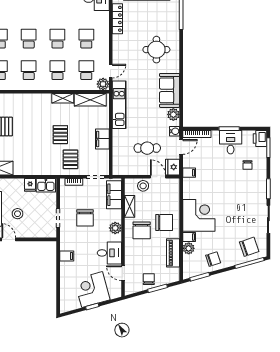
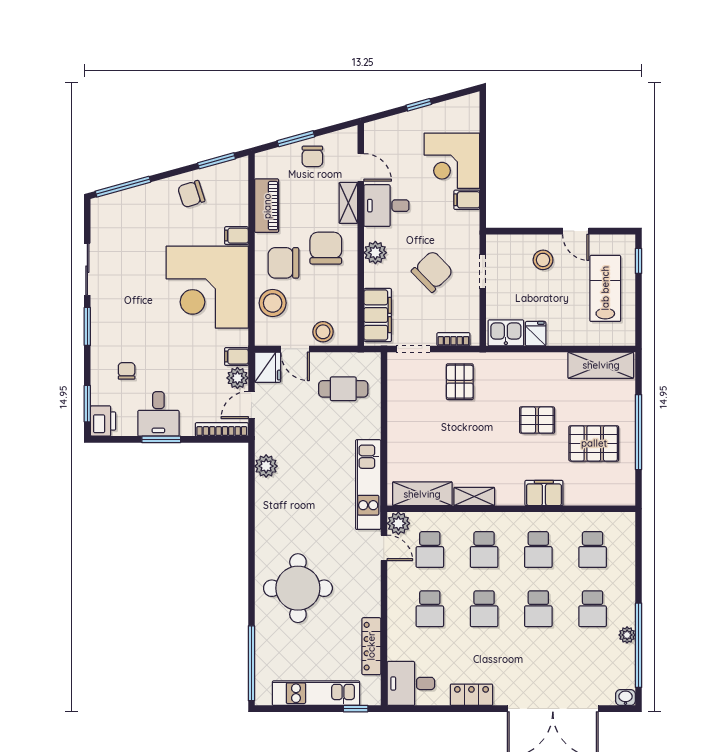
round table: (156, 50) -> (298, 588), width x1.36, depth x1.36
door: (111, 71) -> (384, 548), swing flipped
sofa: (170, 90) -> (273, 511), removed
water cooler: (174, 131) -> (264, 435), removed
pallet: (60, 135) -> (537, 420), moved, turned 90
filing cabinet: (102, 139) -> (544, 493), moved, turned -90
cafe table: (147, 148) -> (343, 389), moved
stool: (170, 201) -> (273, 303), added
shelving: (130, 206) -> (348, 203), moved
stool: (18, 214) -> (543, 260), moved
corner desk: (199, 215) -> (207, 287), width x1.36, depth x1.36
chair: (85, 218) -> (432, 271), turned 46
chair: (249, 247) -> (123, 217), removed
plant: (189, 248) -> (237, 378), moved
corner desk: (92, 290) -> (452, 161), moved, turned 105

